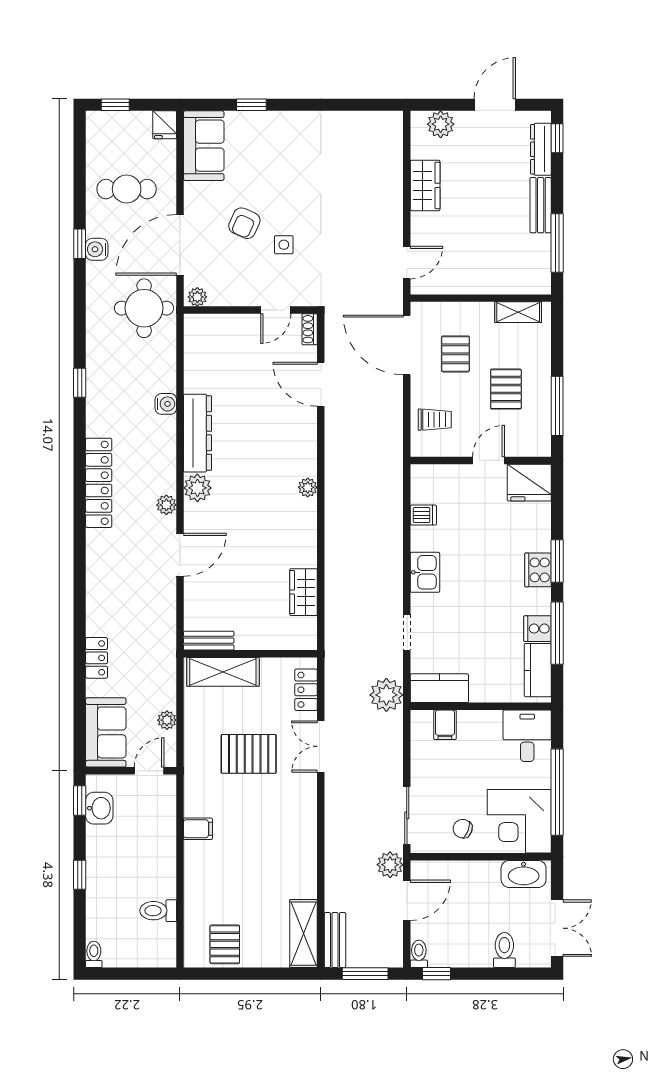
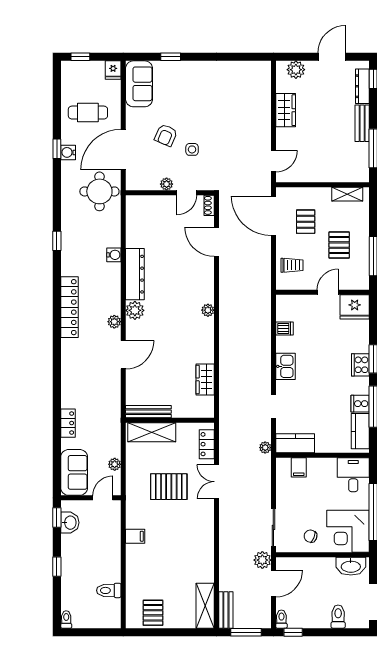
plant: (197, 297) -> (167, 184), moved
bench: (209, 641) -> (148, 412), width x1.36
plant: (386, 695) -> (265, 448), width x0.53, depth x0.53

